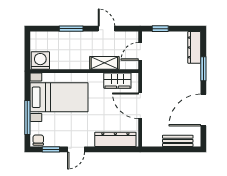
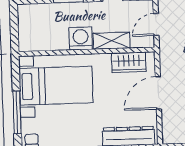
washing machine: (40, 60) -> (81, 39), moved
door: (140, 106) -> (158, 93), hinge flipped

